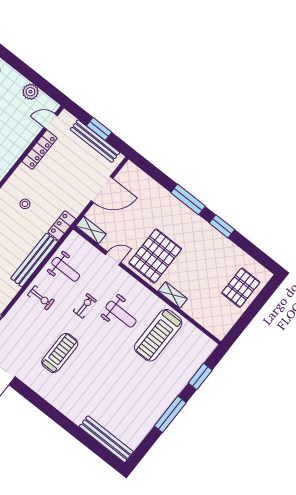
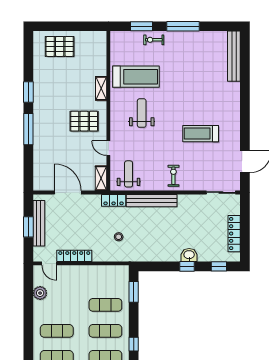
pallet: (155, 256) -> (84, 121), width x0.73, depth x0.71
weight bench: (66, 269) -> (129, 174), moved
exercise bike: (85, 306) -> (154, 40), moved

